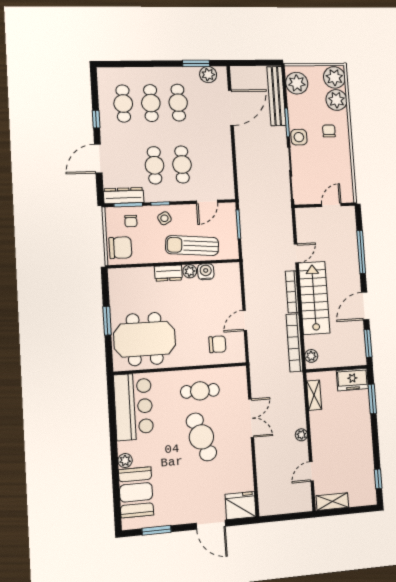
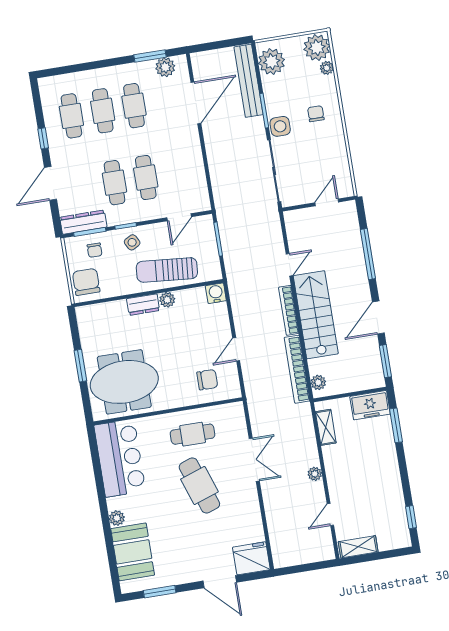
plant: (336, 100) -> (327, 68), width x0.53, depth x0.53
chair: (120, 248) -> (86, 282), turned -90
water cooler: (206, 272) -> (216, 293), moved

